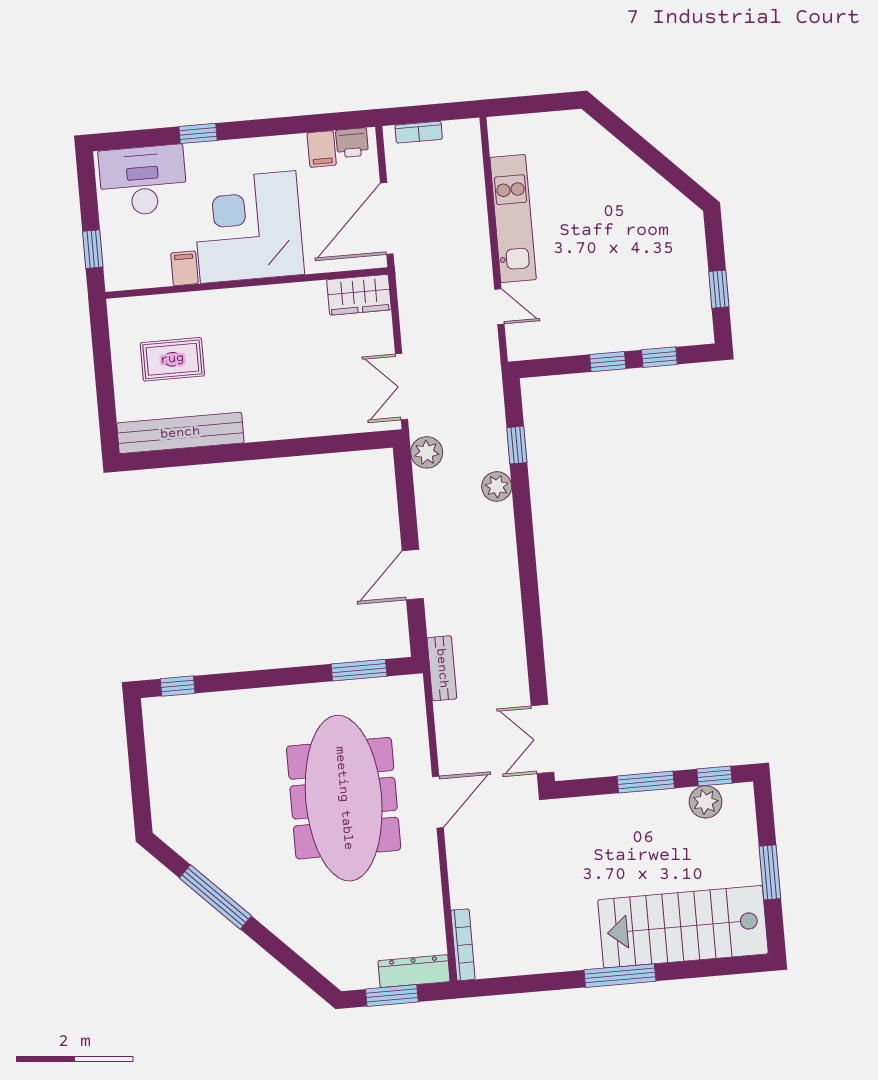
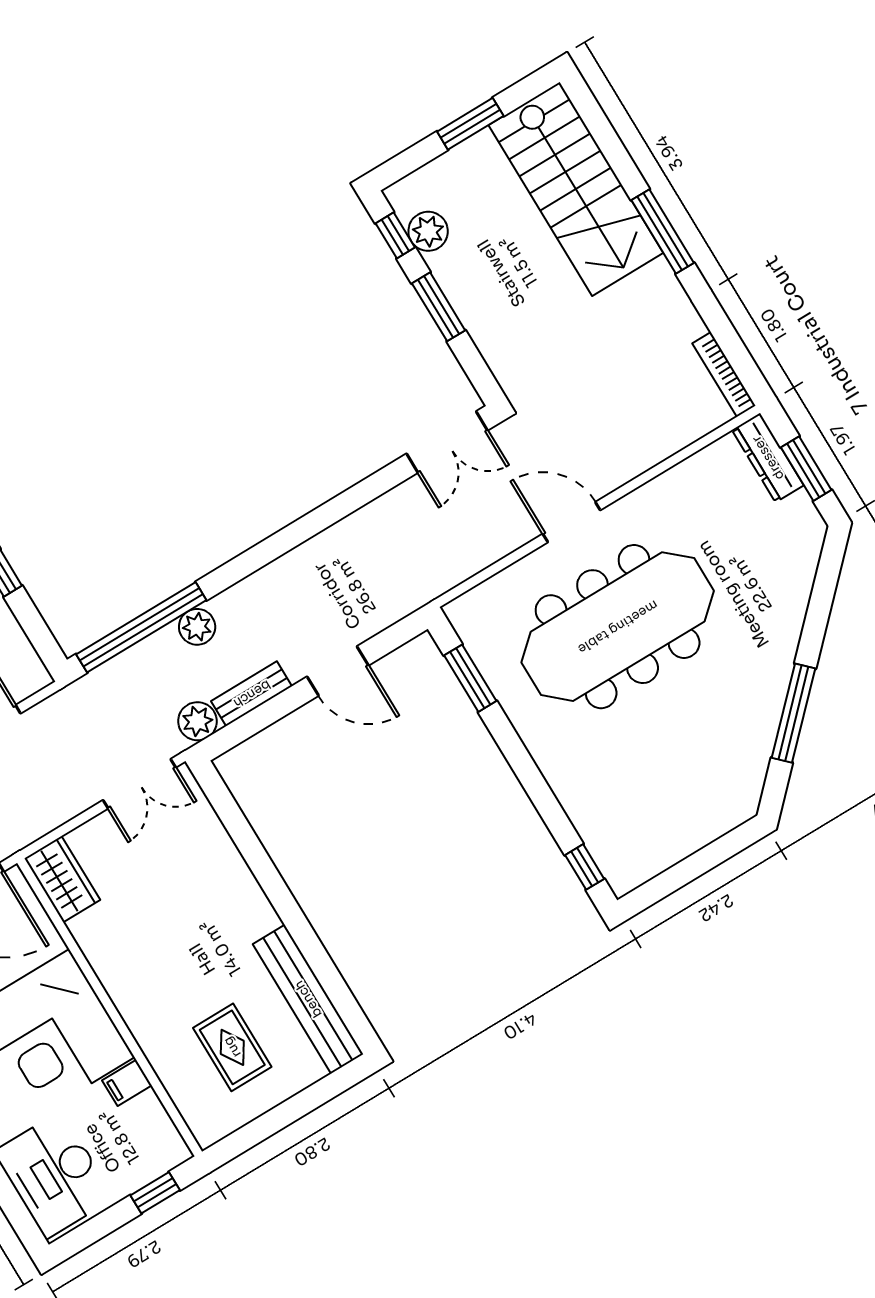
window: (517, 445) -> (141, 627), width x3.17
bench: (442, 668) -> (252, 694), moved
bookcase: (463, 945) -> (724, 374), moved, turned -90

